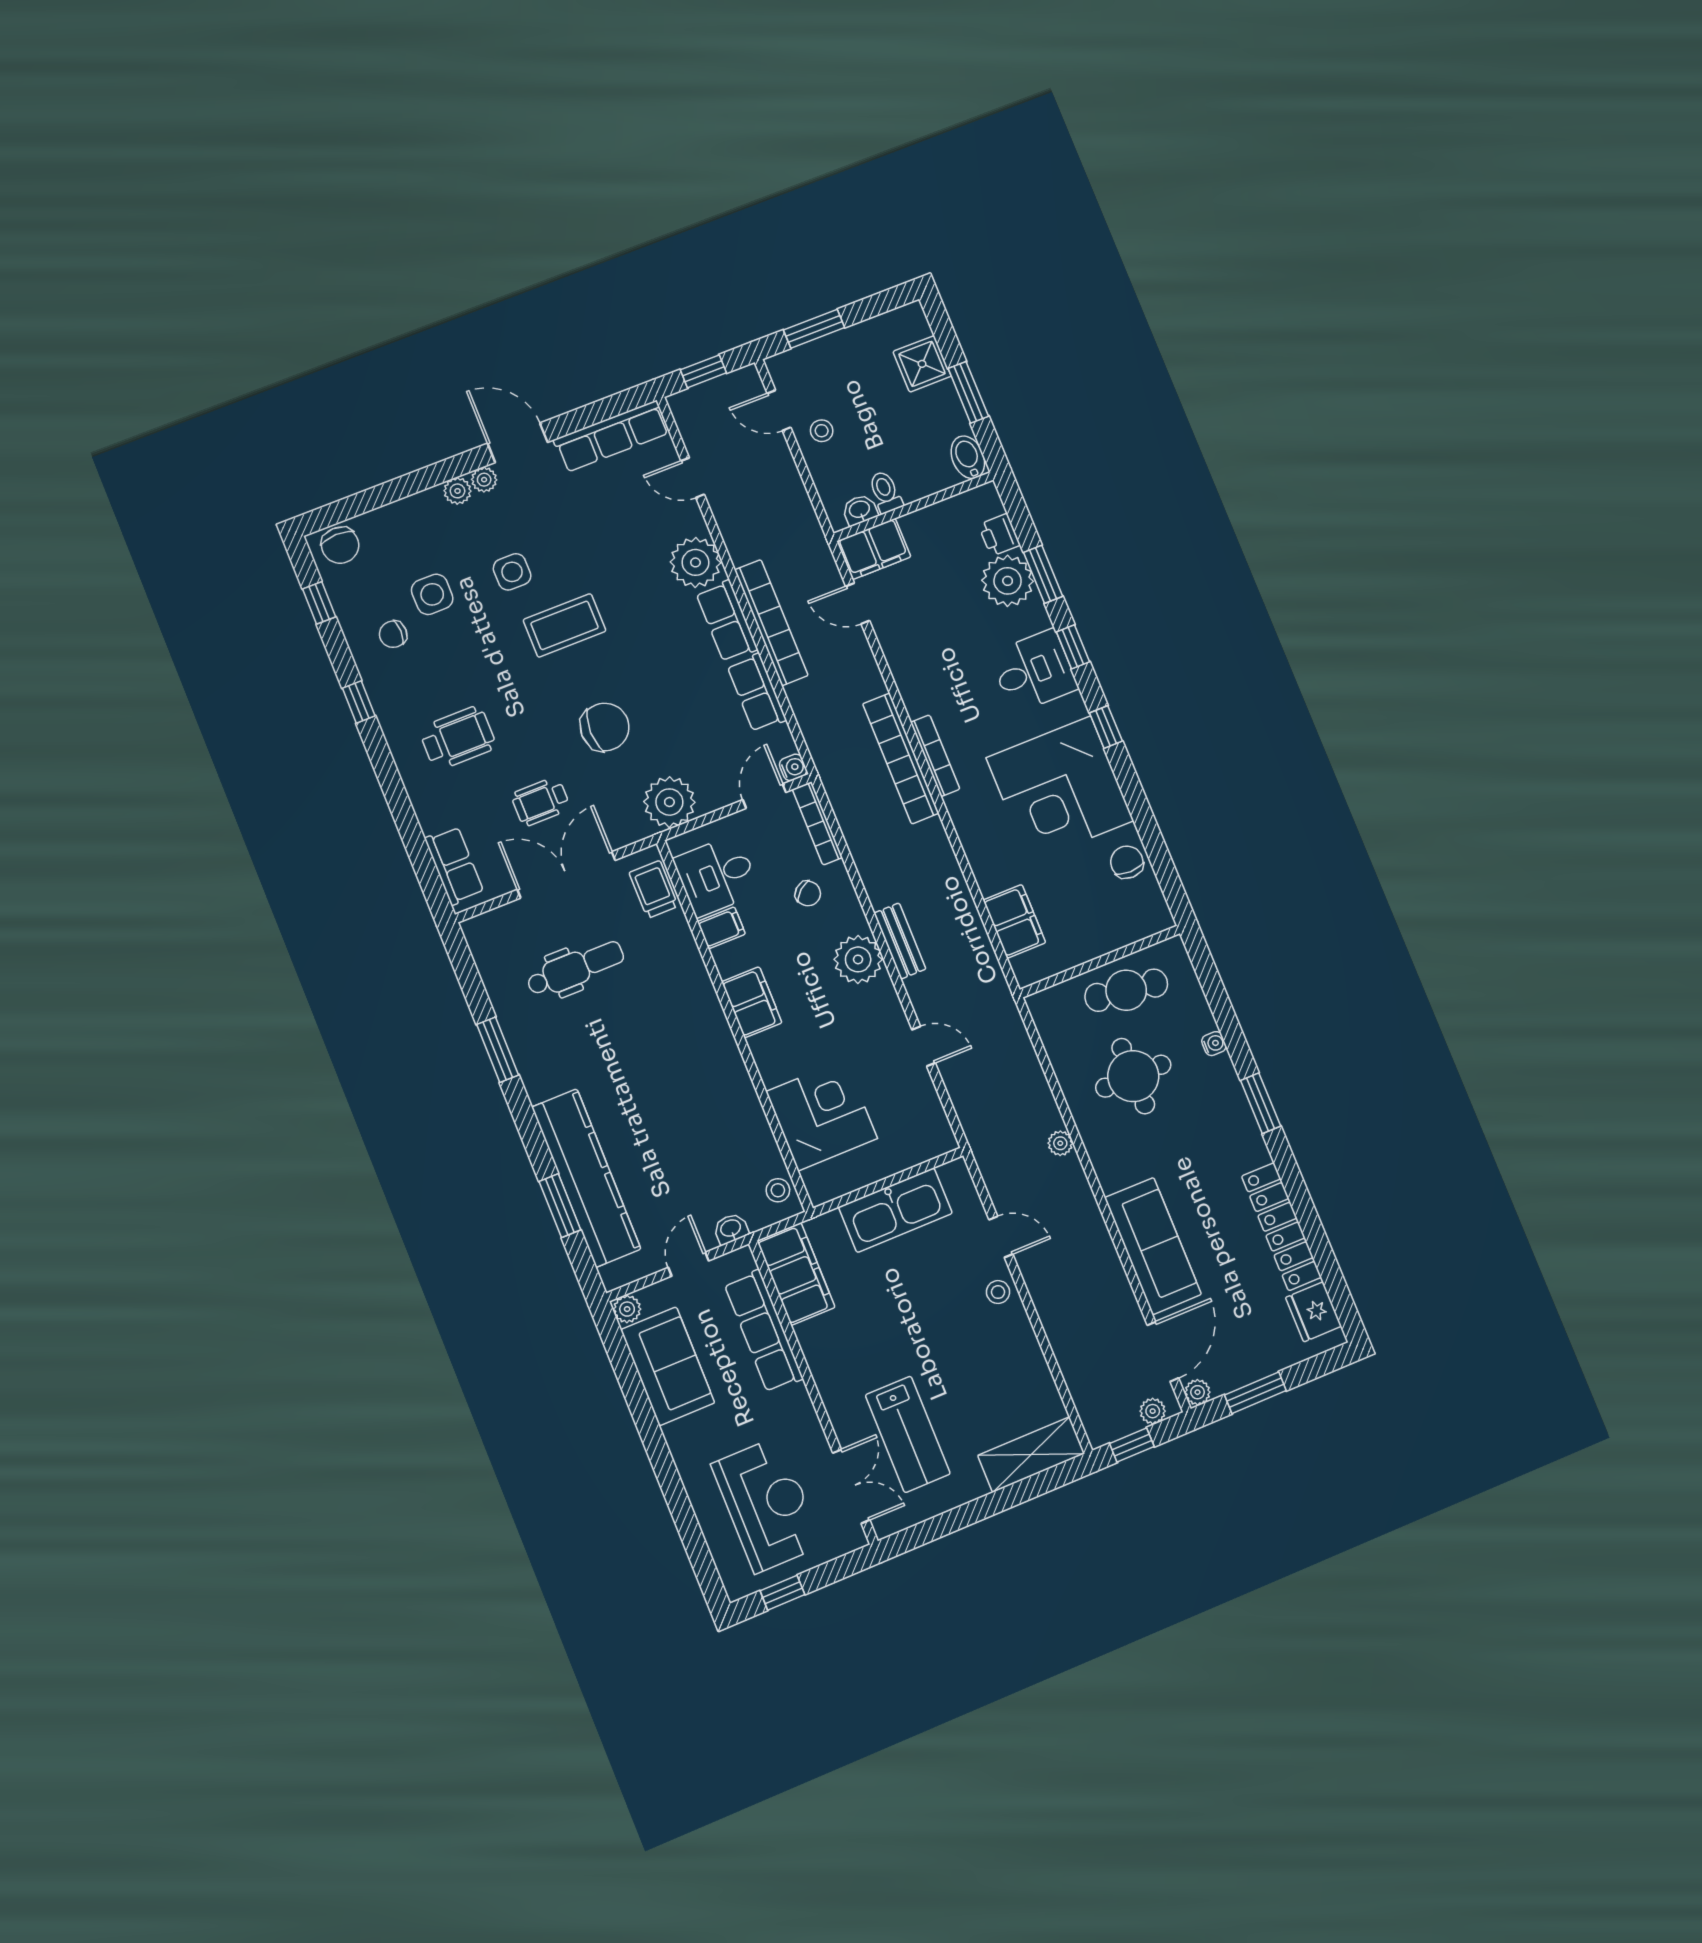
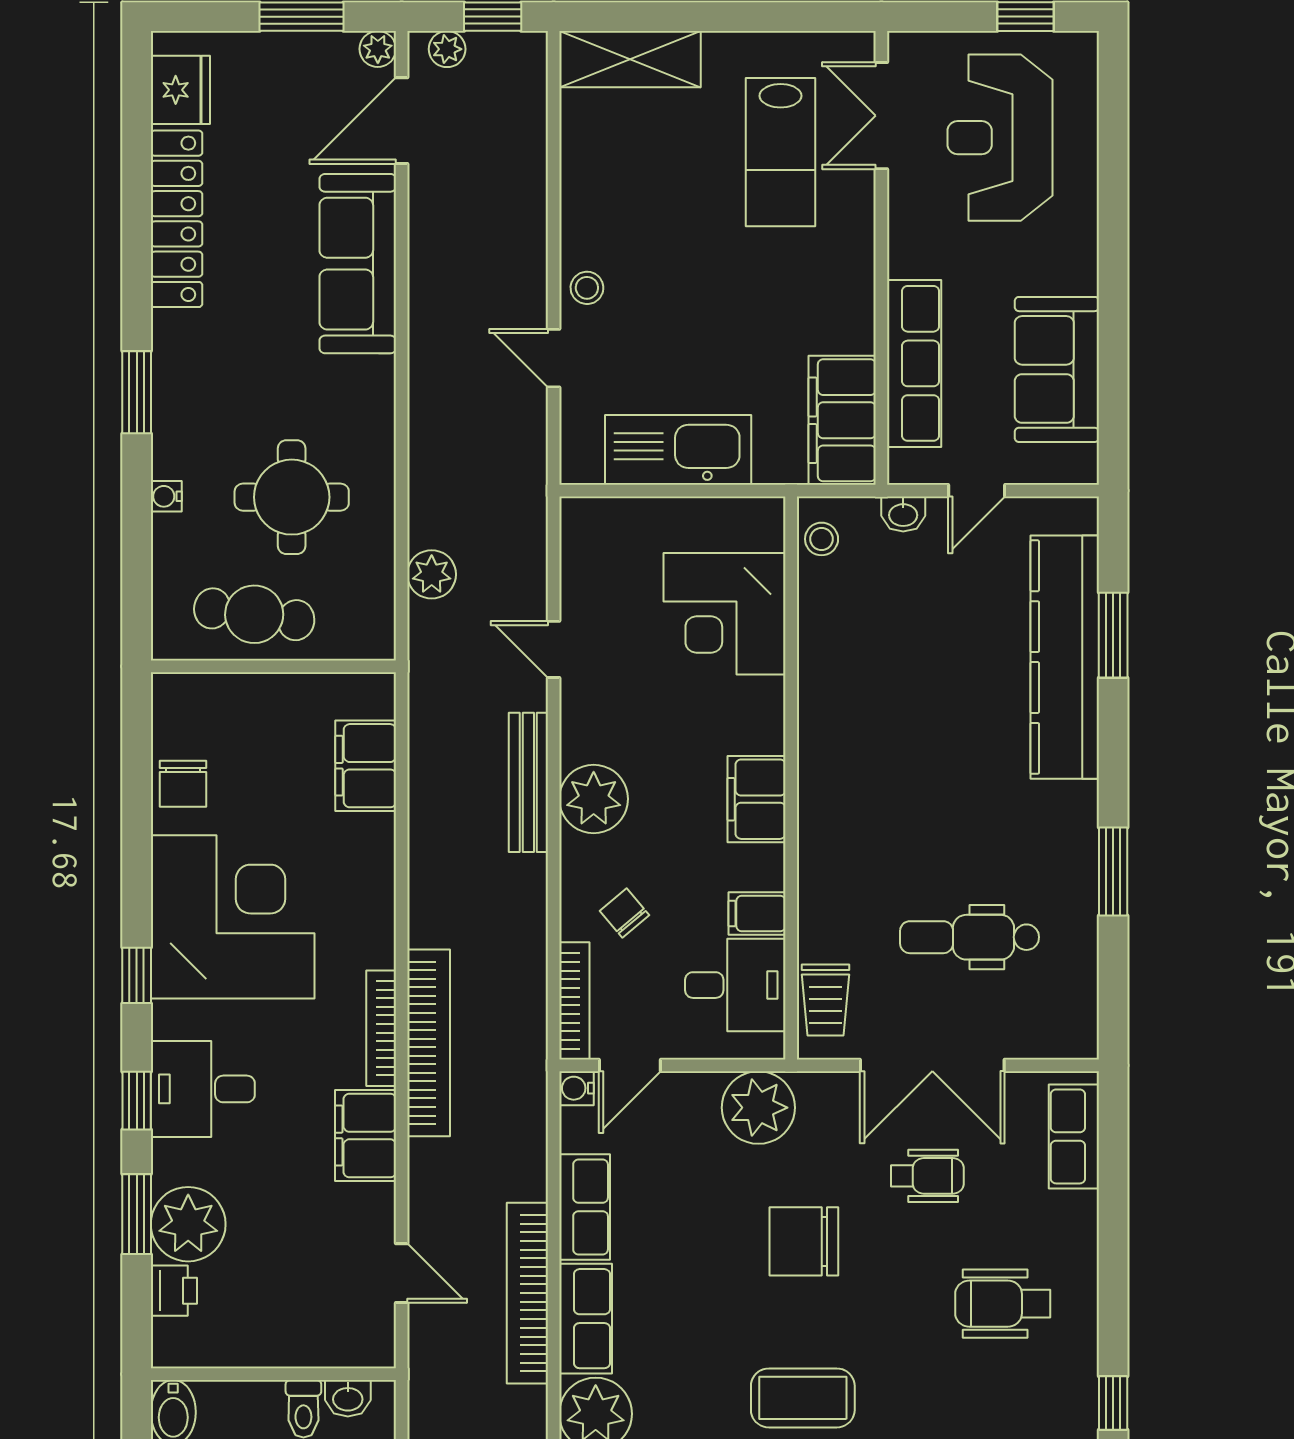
filing cabinet: (874, 549) -> (366, 1136), moved, turned -90
bench: (900, 941) -> (528, 782), width x1.36
plant: (1060, 1143) -> (432, 574), moved, width x1.38, depth x1.38
plant: (627, 1309) -> (1080, 465), removed
lab bench: (908, 1434) -> (781, 152), turned 180

